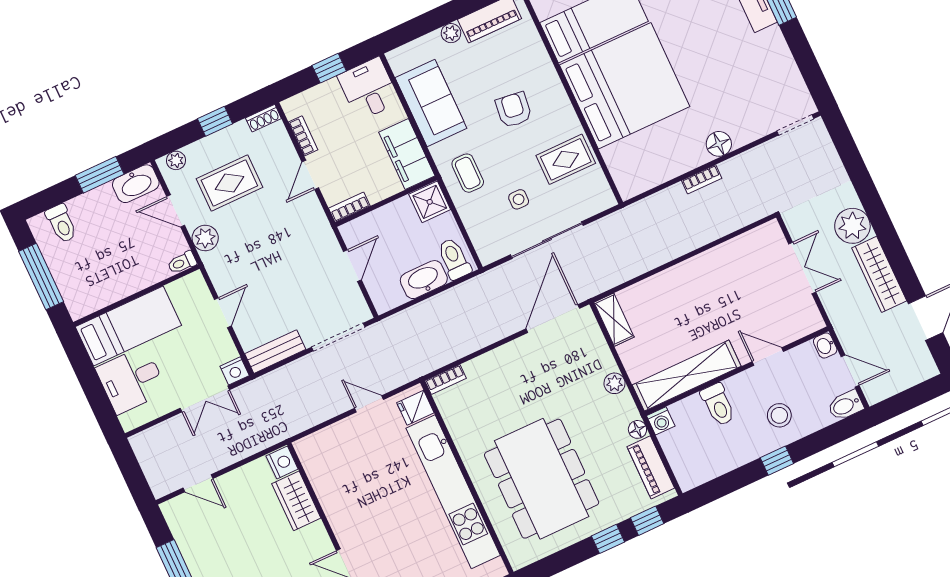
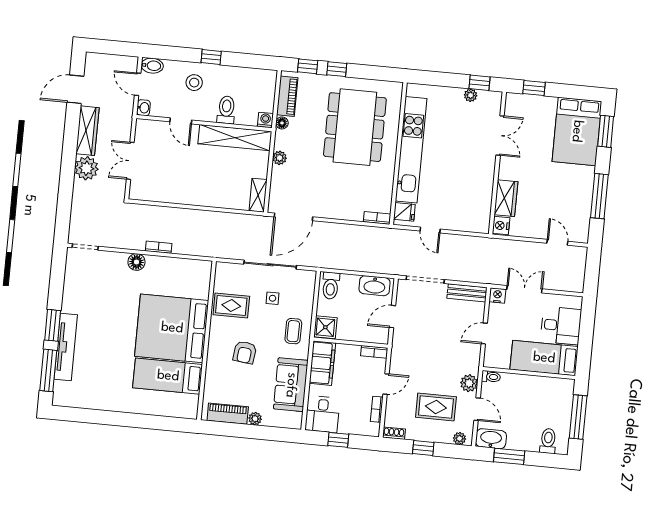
washbasin: (424, 280) -> (374, 286), moved

